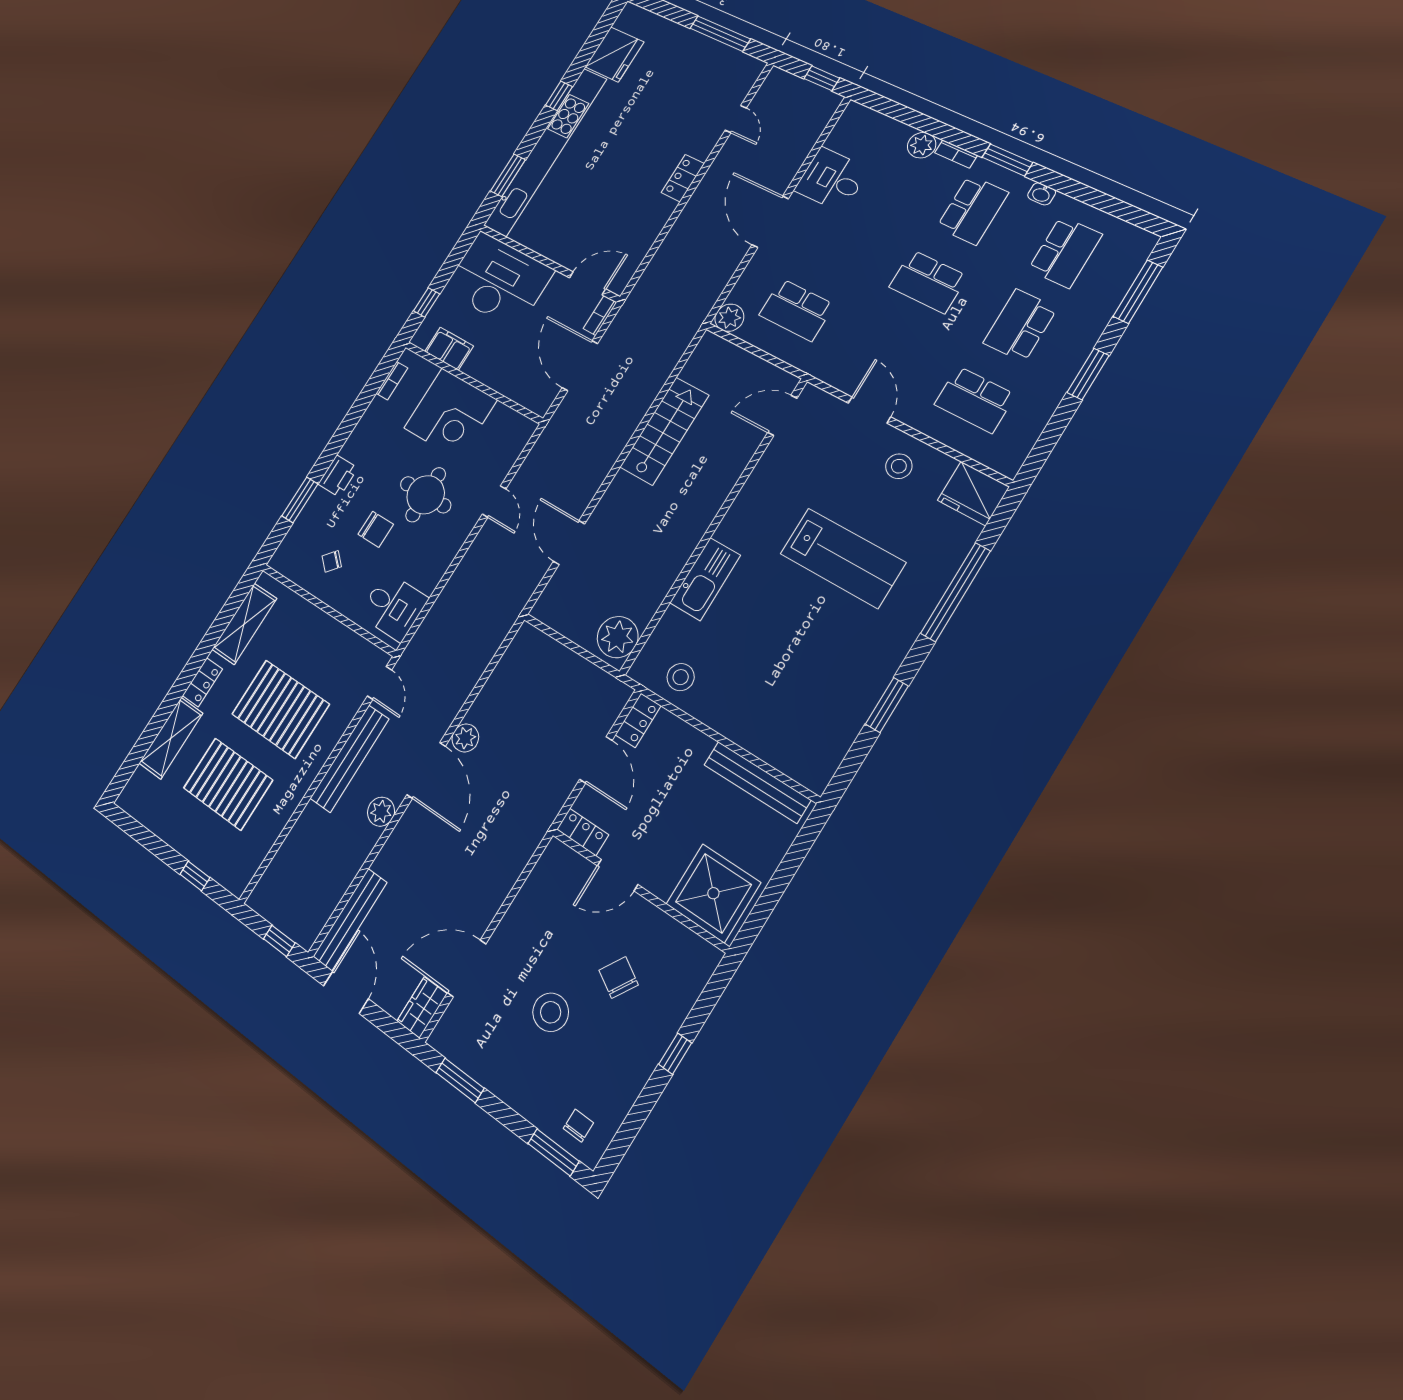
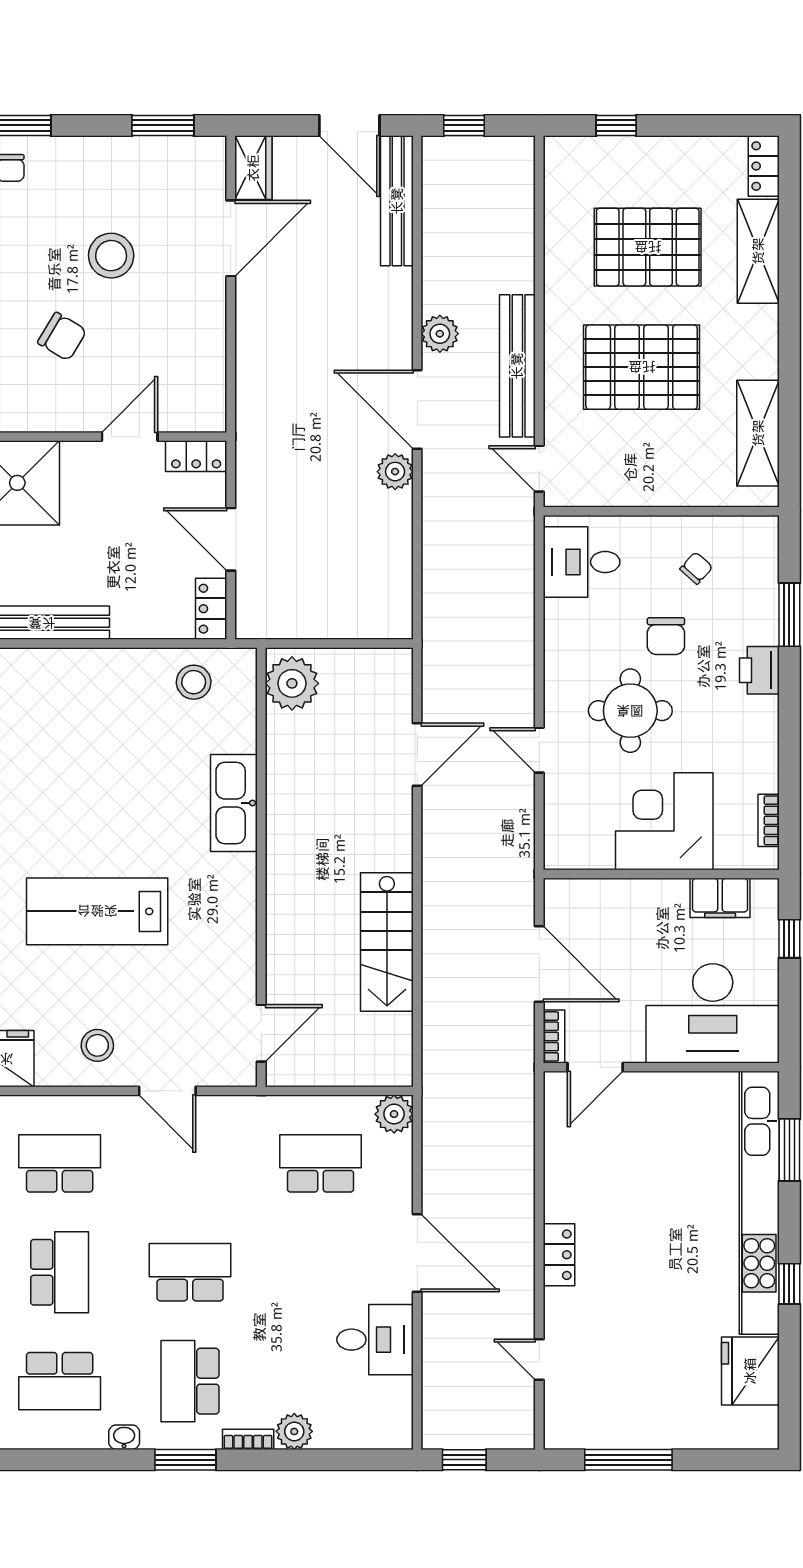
school desk: (1065, 252) -> (60, 1381), turned -90
chair: (376, 529) -> (666, 636), turned -90
door: (569, 543) -> (417, 754), hinge flipped
locker: (202, 682) -> (764, 166), moved

